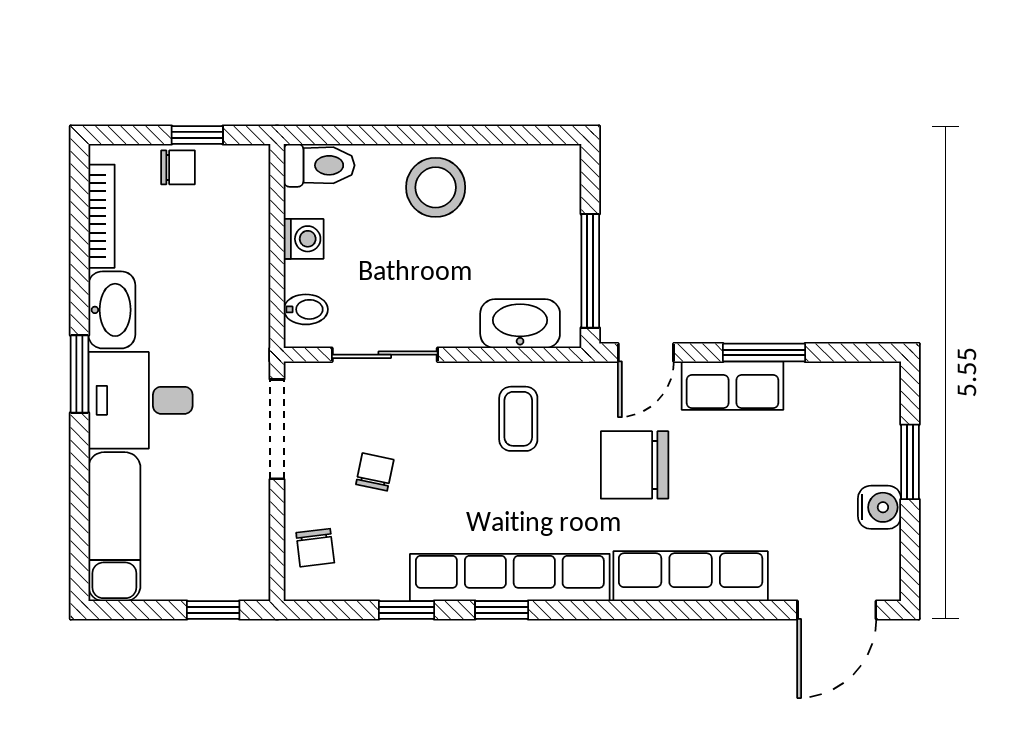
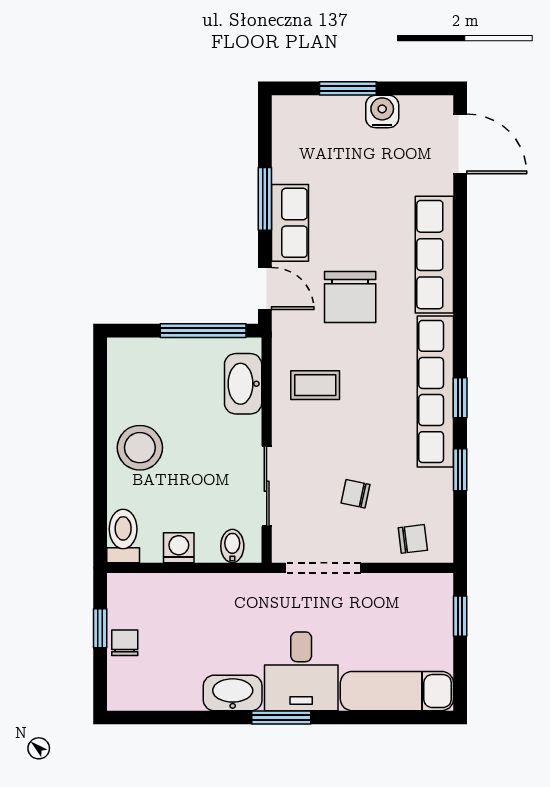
bookcase: (101, 216) -> (162, 701), removed

